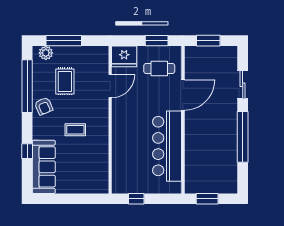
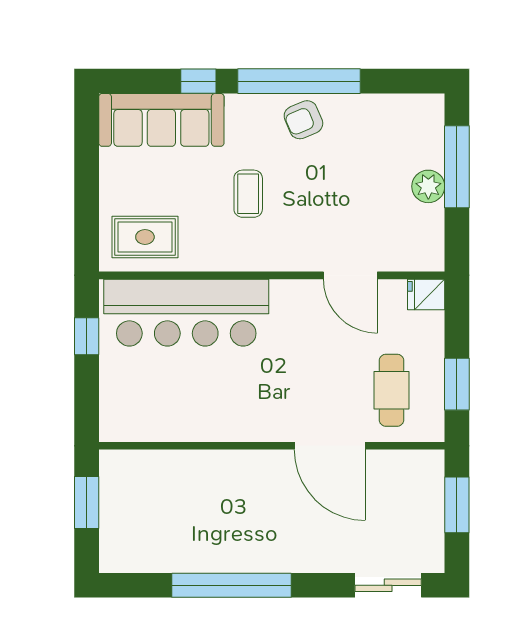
plant: (46, 53) -> (428, 186), moved
fridge: (124, 56) -> (426, 294), width x0.53, depth x0.75
rug: (65, 81) -> (145, 237), moved
sliding door: (243, 85) -> (388, 585), moved
window: (27, 86) -> (299, 81), moved
bar counter: (167, 146) -> (186, 313), moved, turned 180

